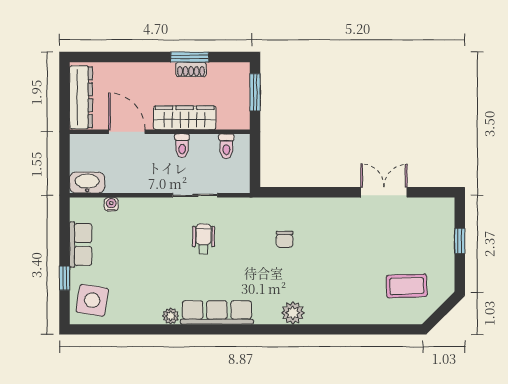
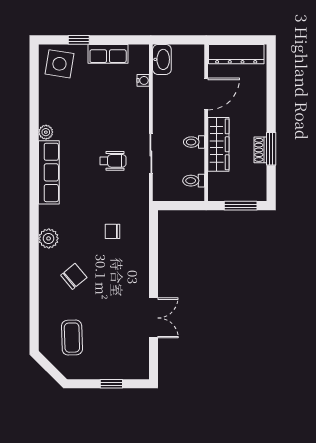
chair: (336, 284) -> (74, 276), added

